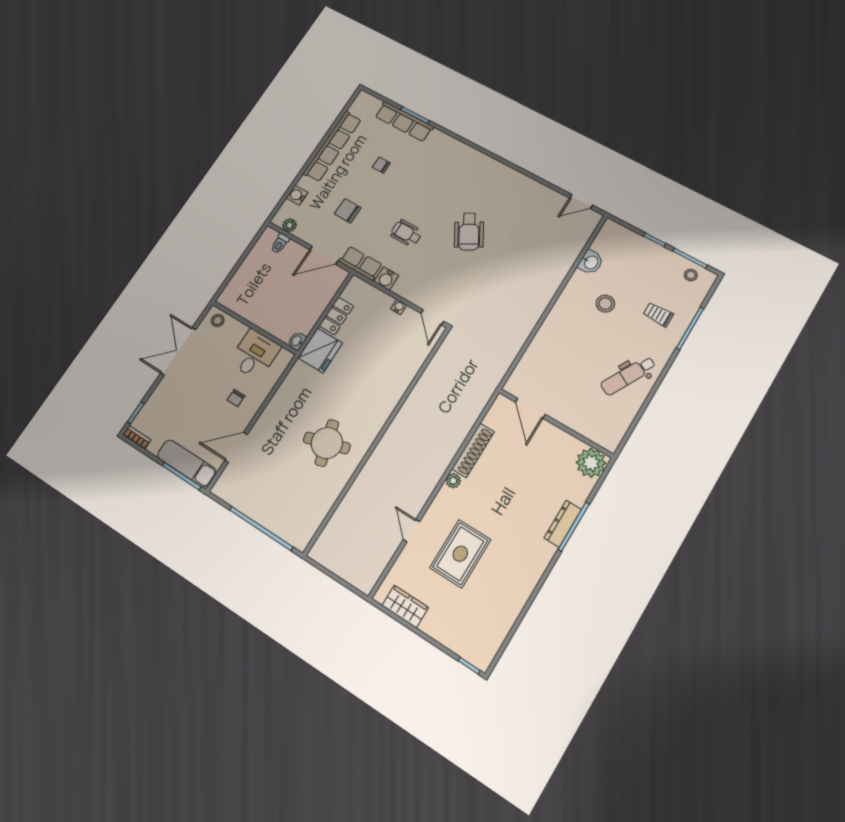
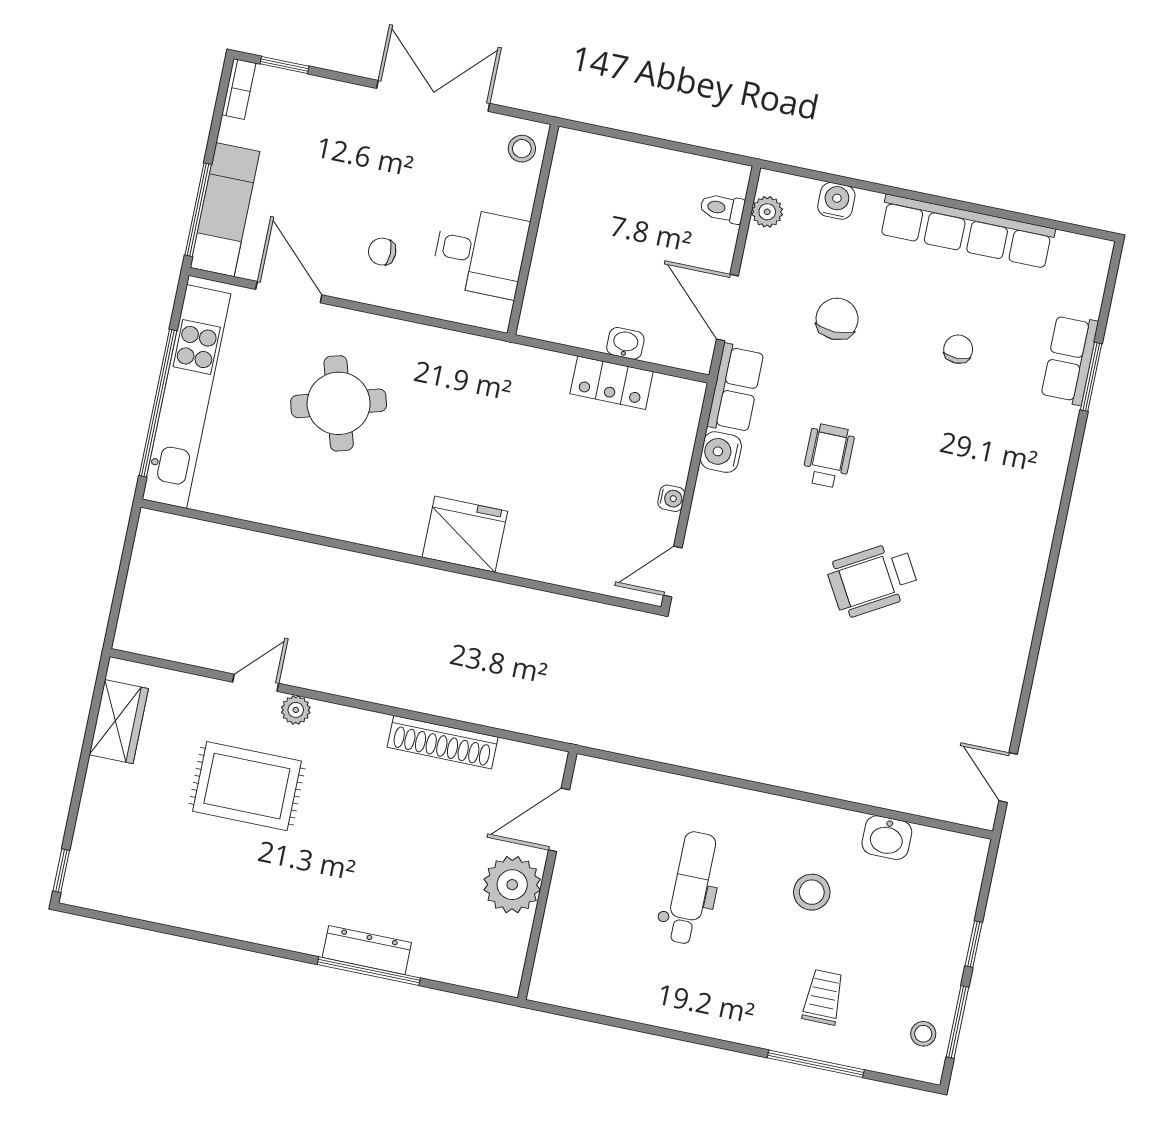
row of seats: (404, 122) -> (1070, 359), width x0.68
washbasin: (297, 341) -> (625, 343), moved
fridge: (320, 350) -> (465, 534), moved, turned 180
dental chair: (628, 376) -> (691, 888), moved, turned 62
round table: (327, 443) -> (339, 403), moved
plant: (591, 463) -> (512, 885), moved
plant: (453, 481) -> (296, 710), moved
kitchen unit: (263, 513) -> (186, 396), added

